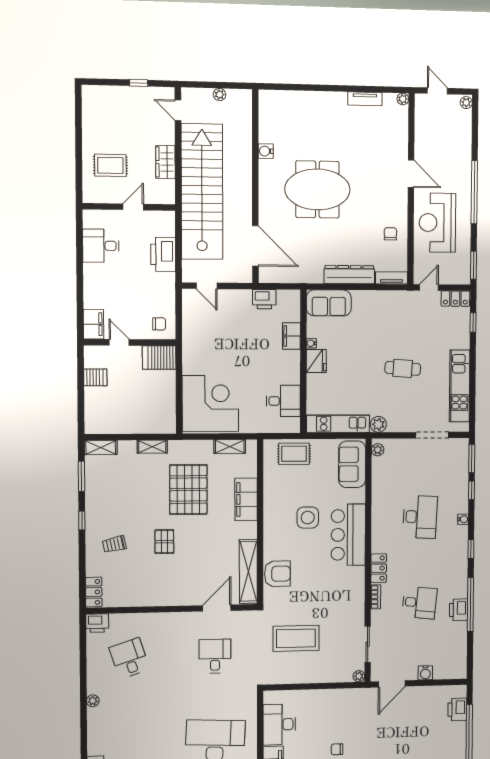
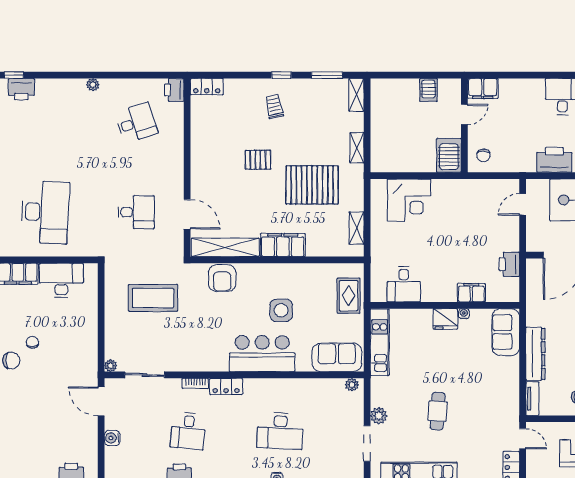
corner desk: (210, 403) -> (409, 200), width x0.74, depth x0.74
plant: (378, 424) -> (379, 416), moved
filing cabinet: (246, 499) -> (283, 245), moved
trolley: (114, 544) -> (274, 107), moved
coffee table: (296, 638) -> (153, 298), turned 90

